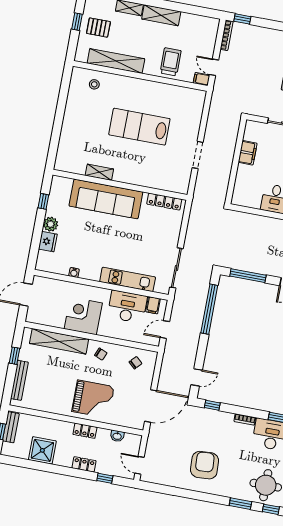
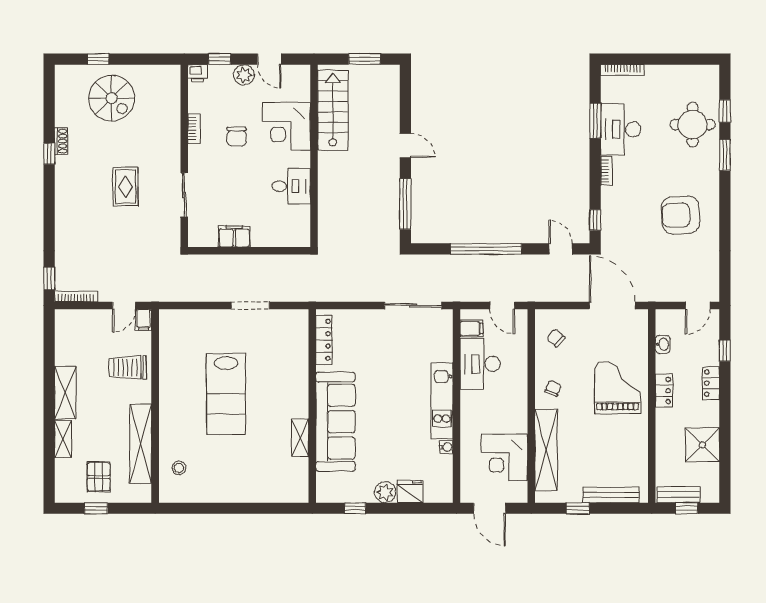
kitchen unit: (128, 279) -> (442, 401), moved
window: (209, 309) -> (486, 249), moved
corner desk: (83, 316) -> (504, 457), moved

